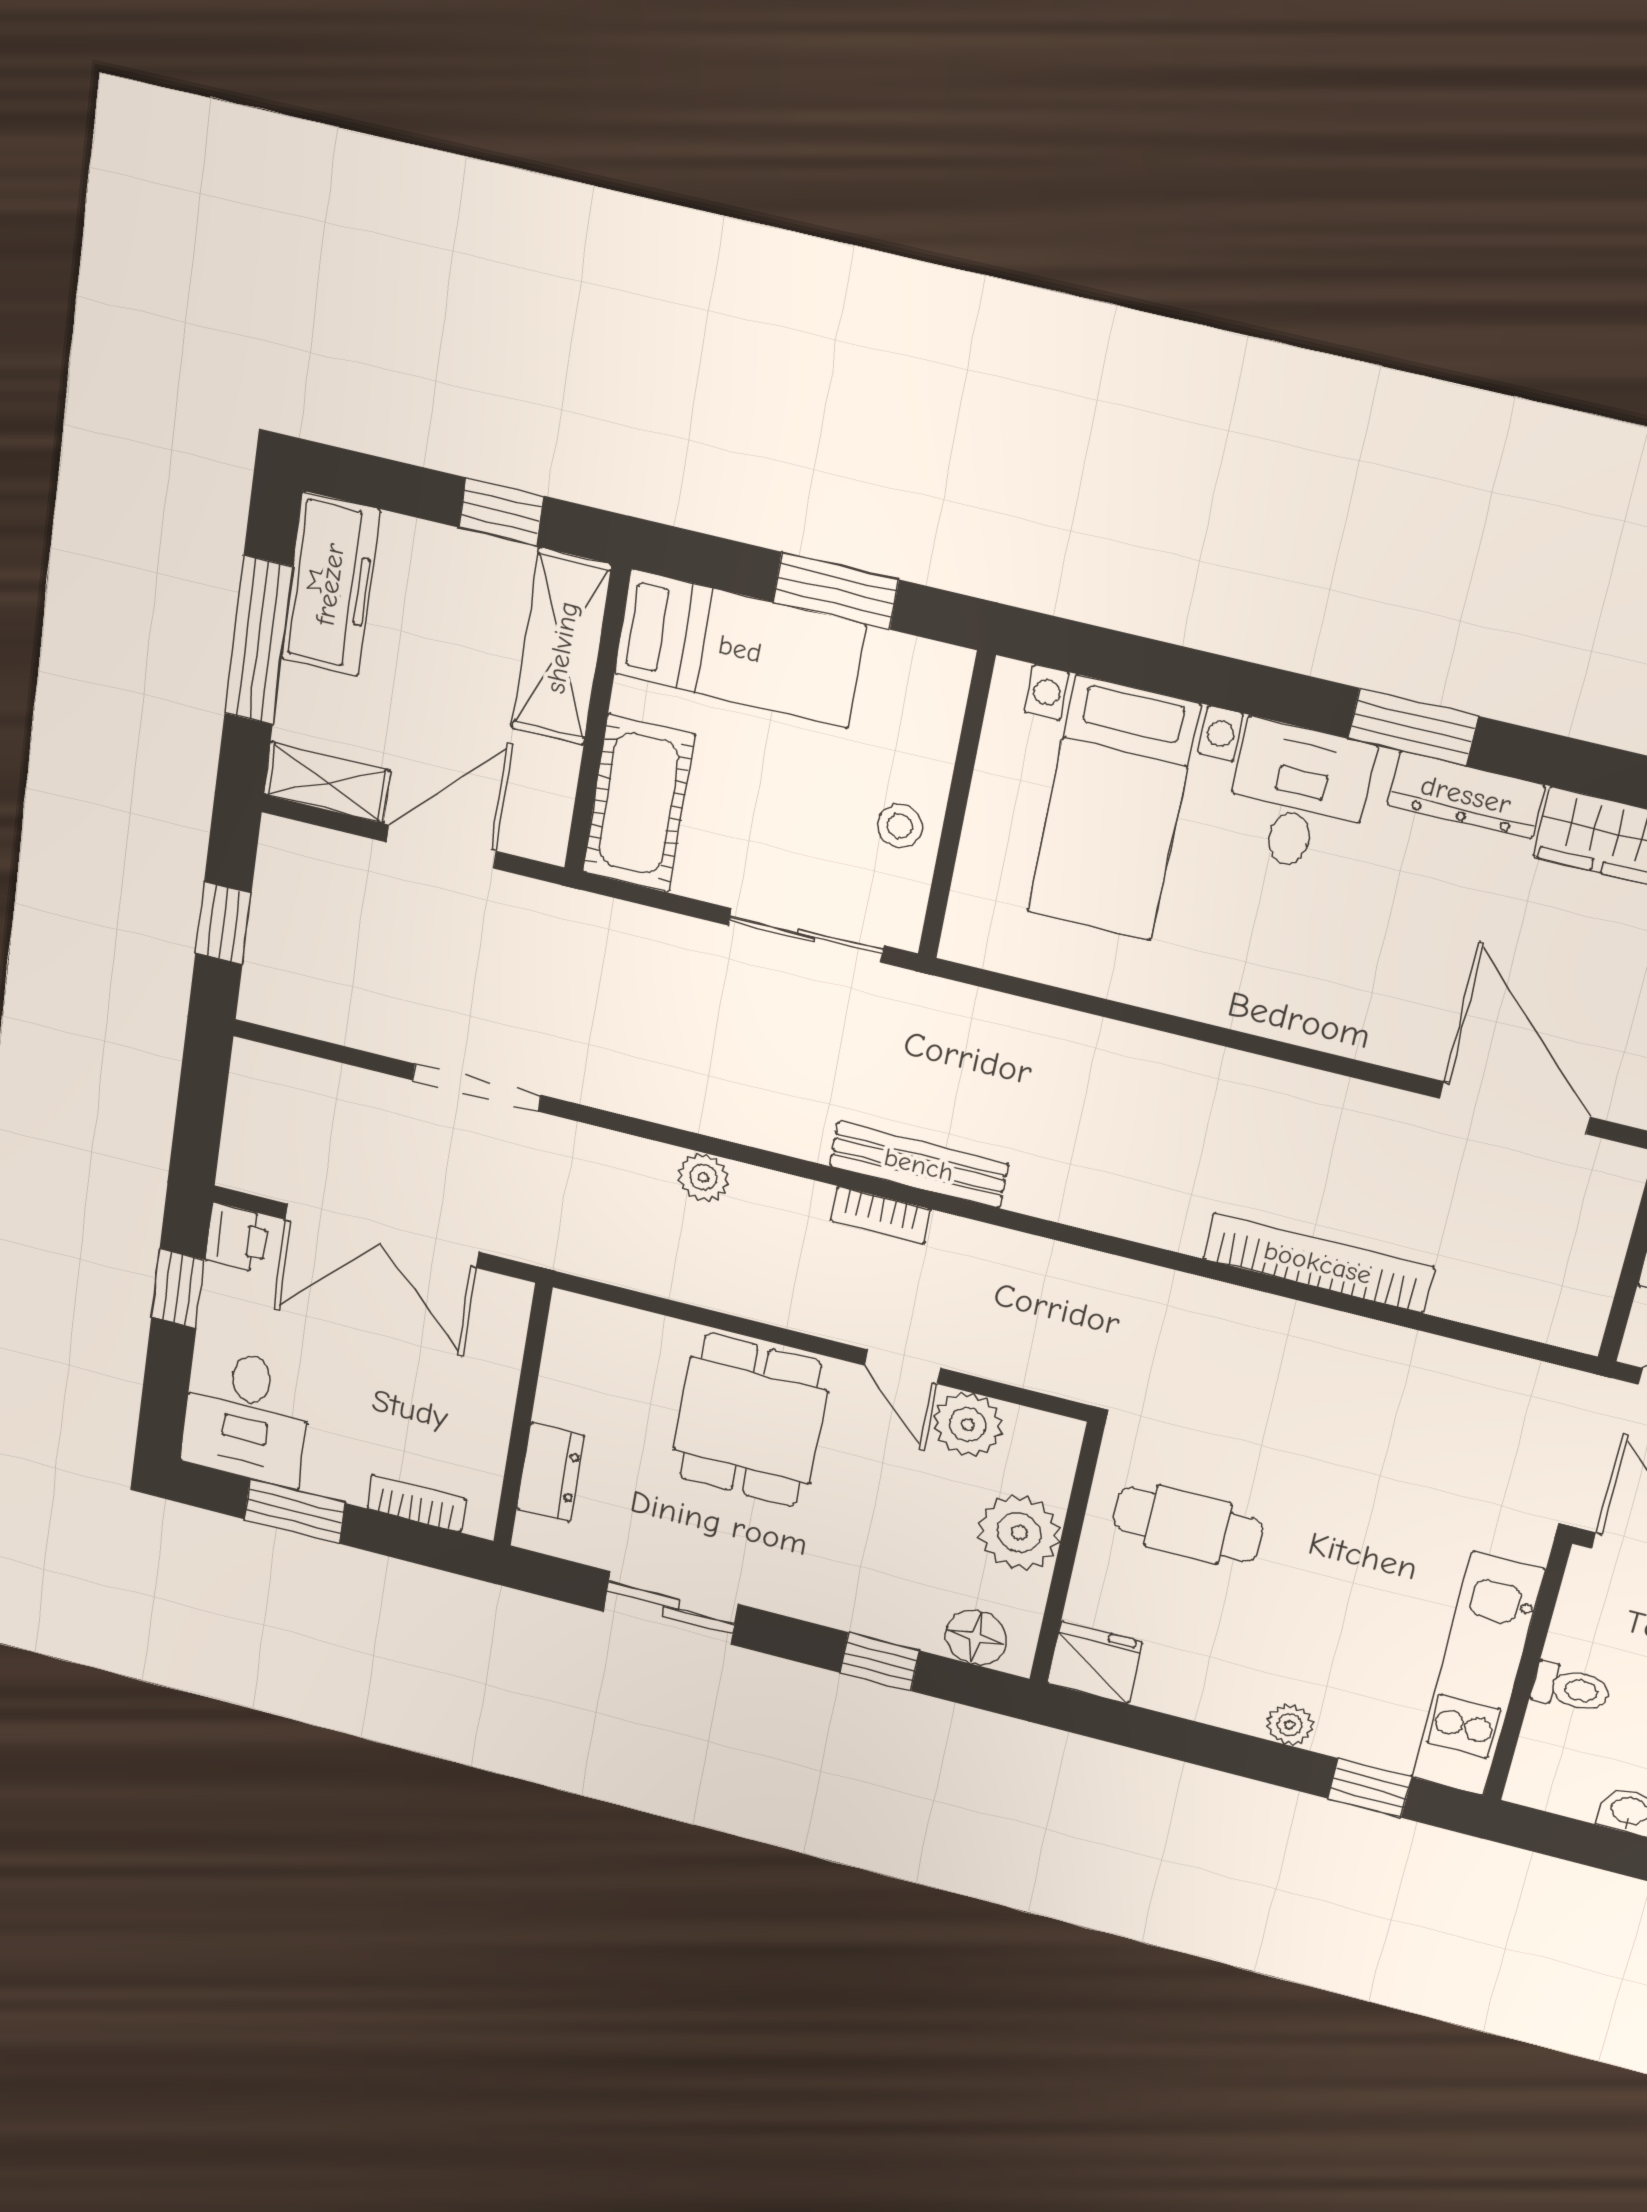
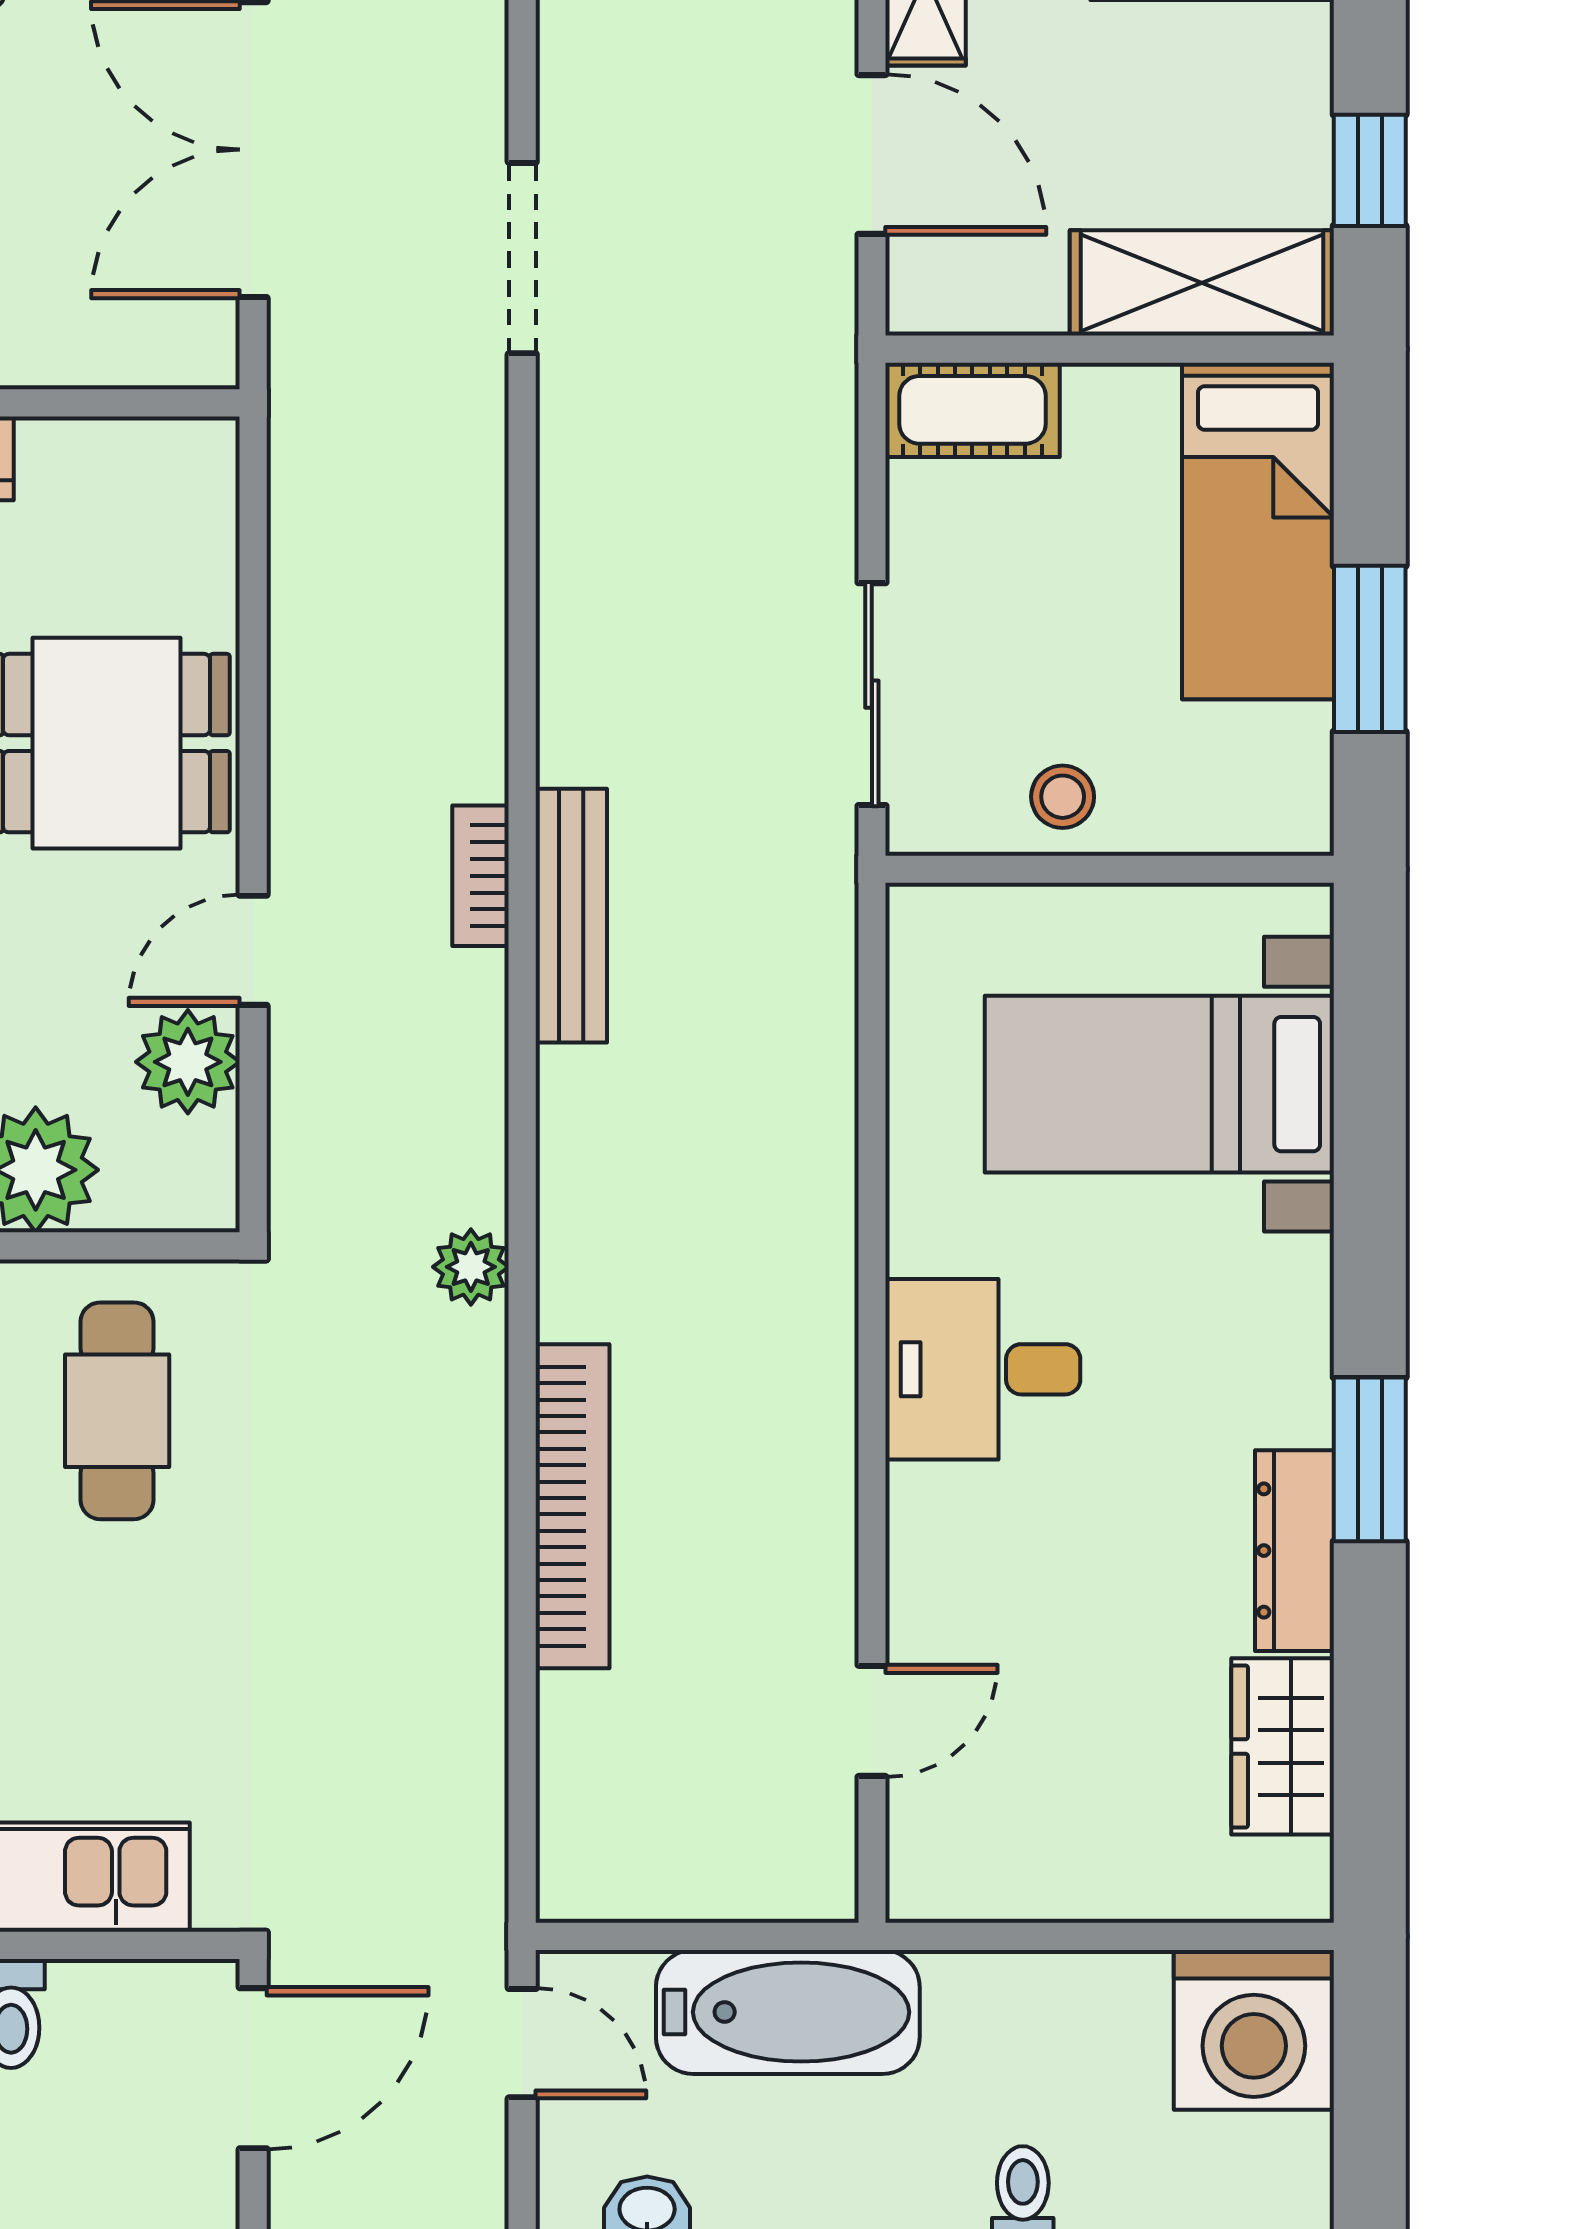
desk: (1298, 797) -> (983, 1369), moved, turned 180
cot: (638, 803) -> (972, 410), width x0.73, depth x0.75
door: (1515, 1108) -> (872, 1721), width x0.53
plant: (703, 1177) -> (471, 1267), moved

